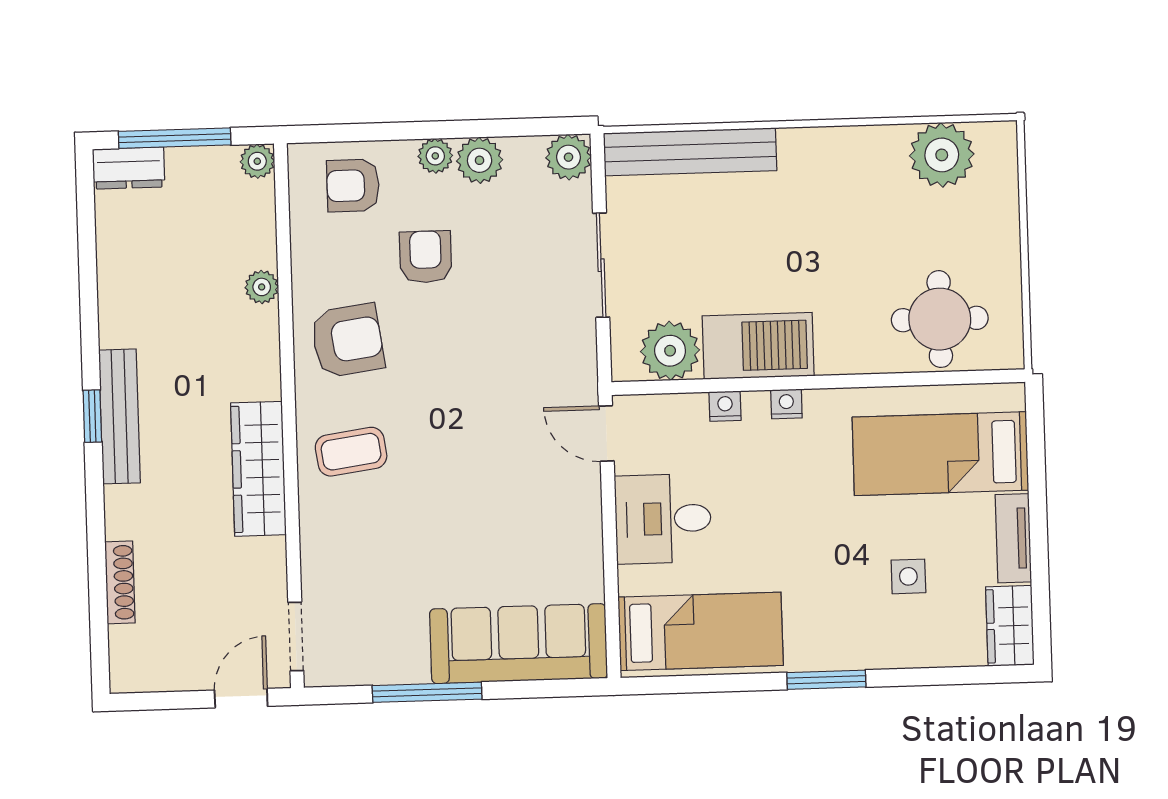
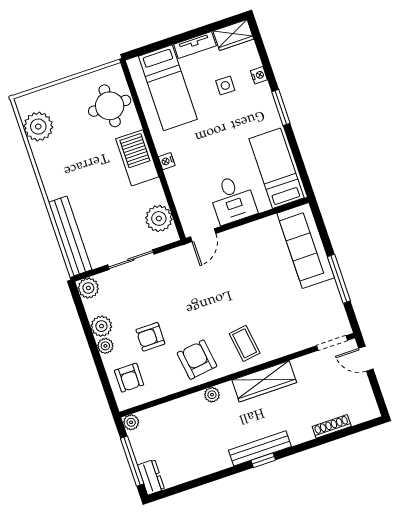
plant: (262, 287) -> (212, 395), moved
barbecue: (758, 346) -> (137, 158), moved
nightstand: (725, 406) -> (259, 75), moved, turned 180

